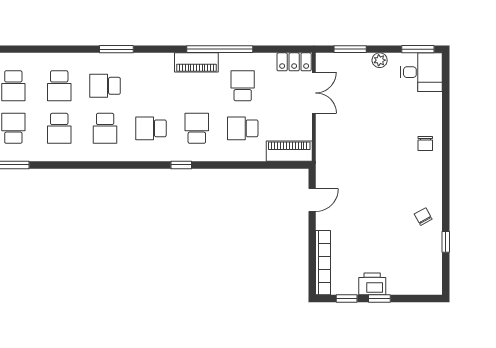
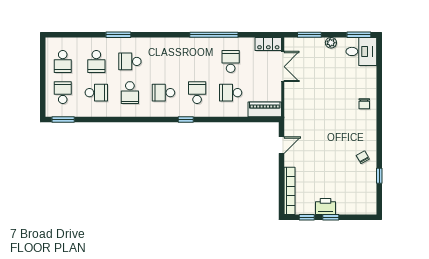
window: (116, 49) -> (118, 35), moved
piano: (196, 62) -> (197, 44), removed
school desk: (59, 128) -> (96, 93), turned -90

